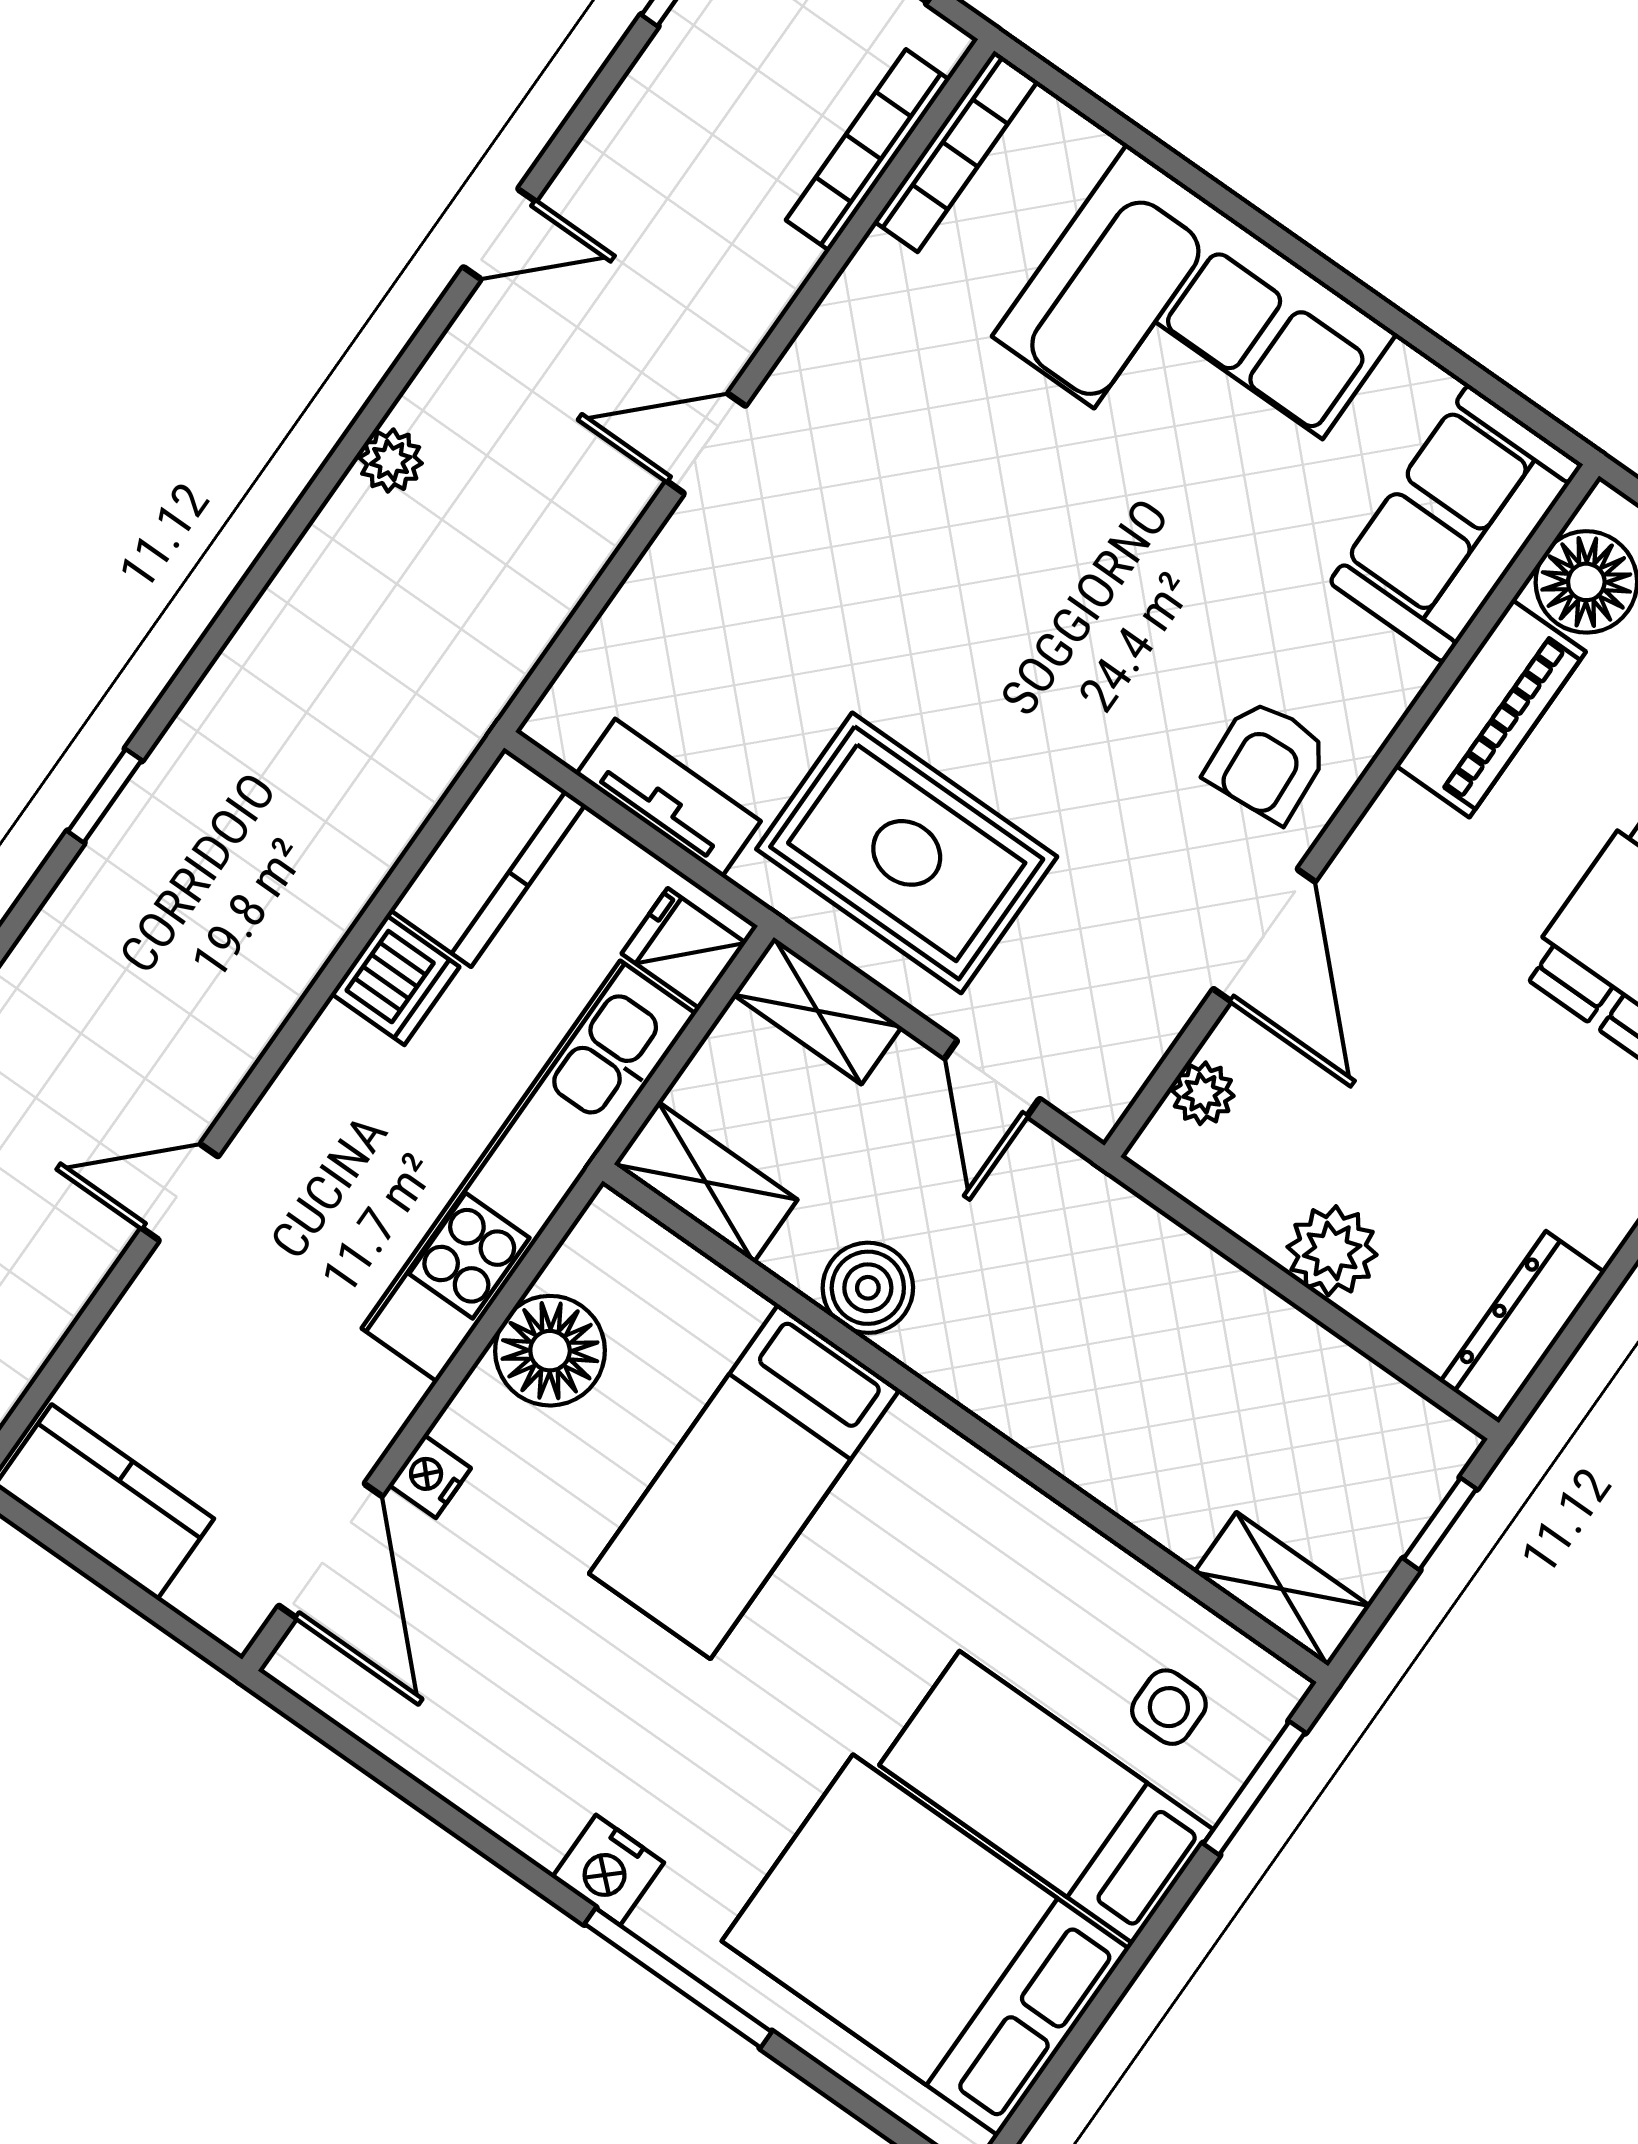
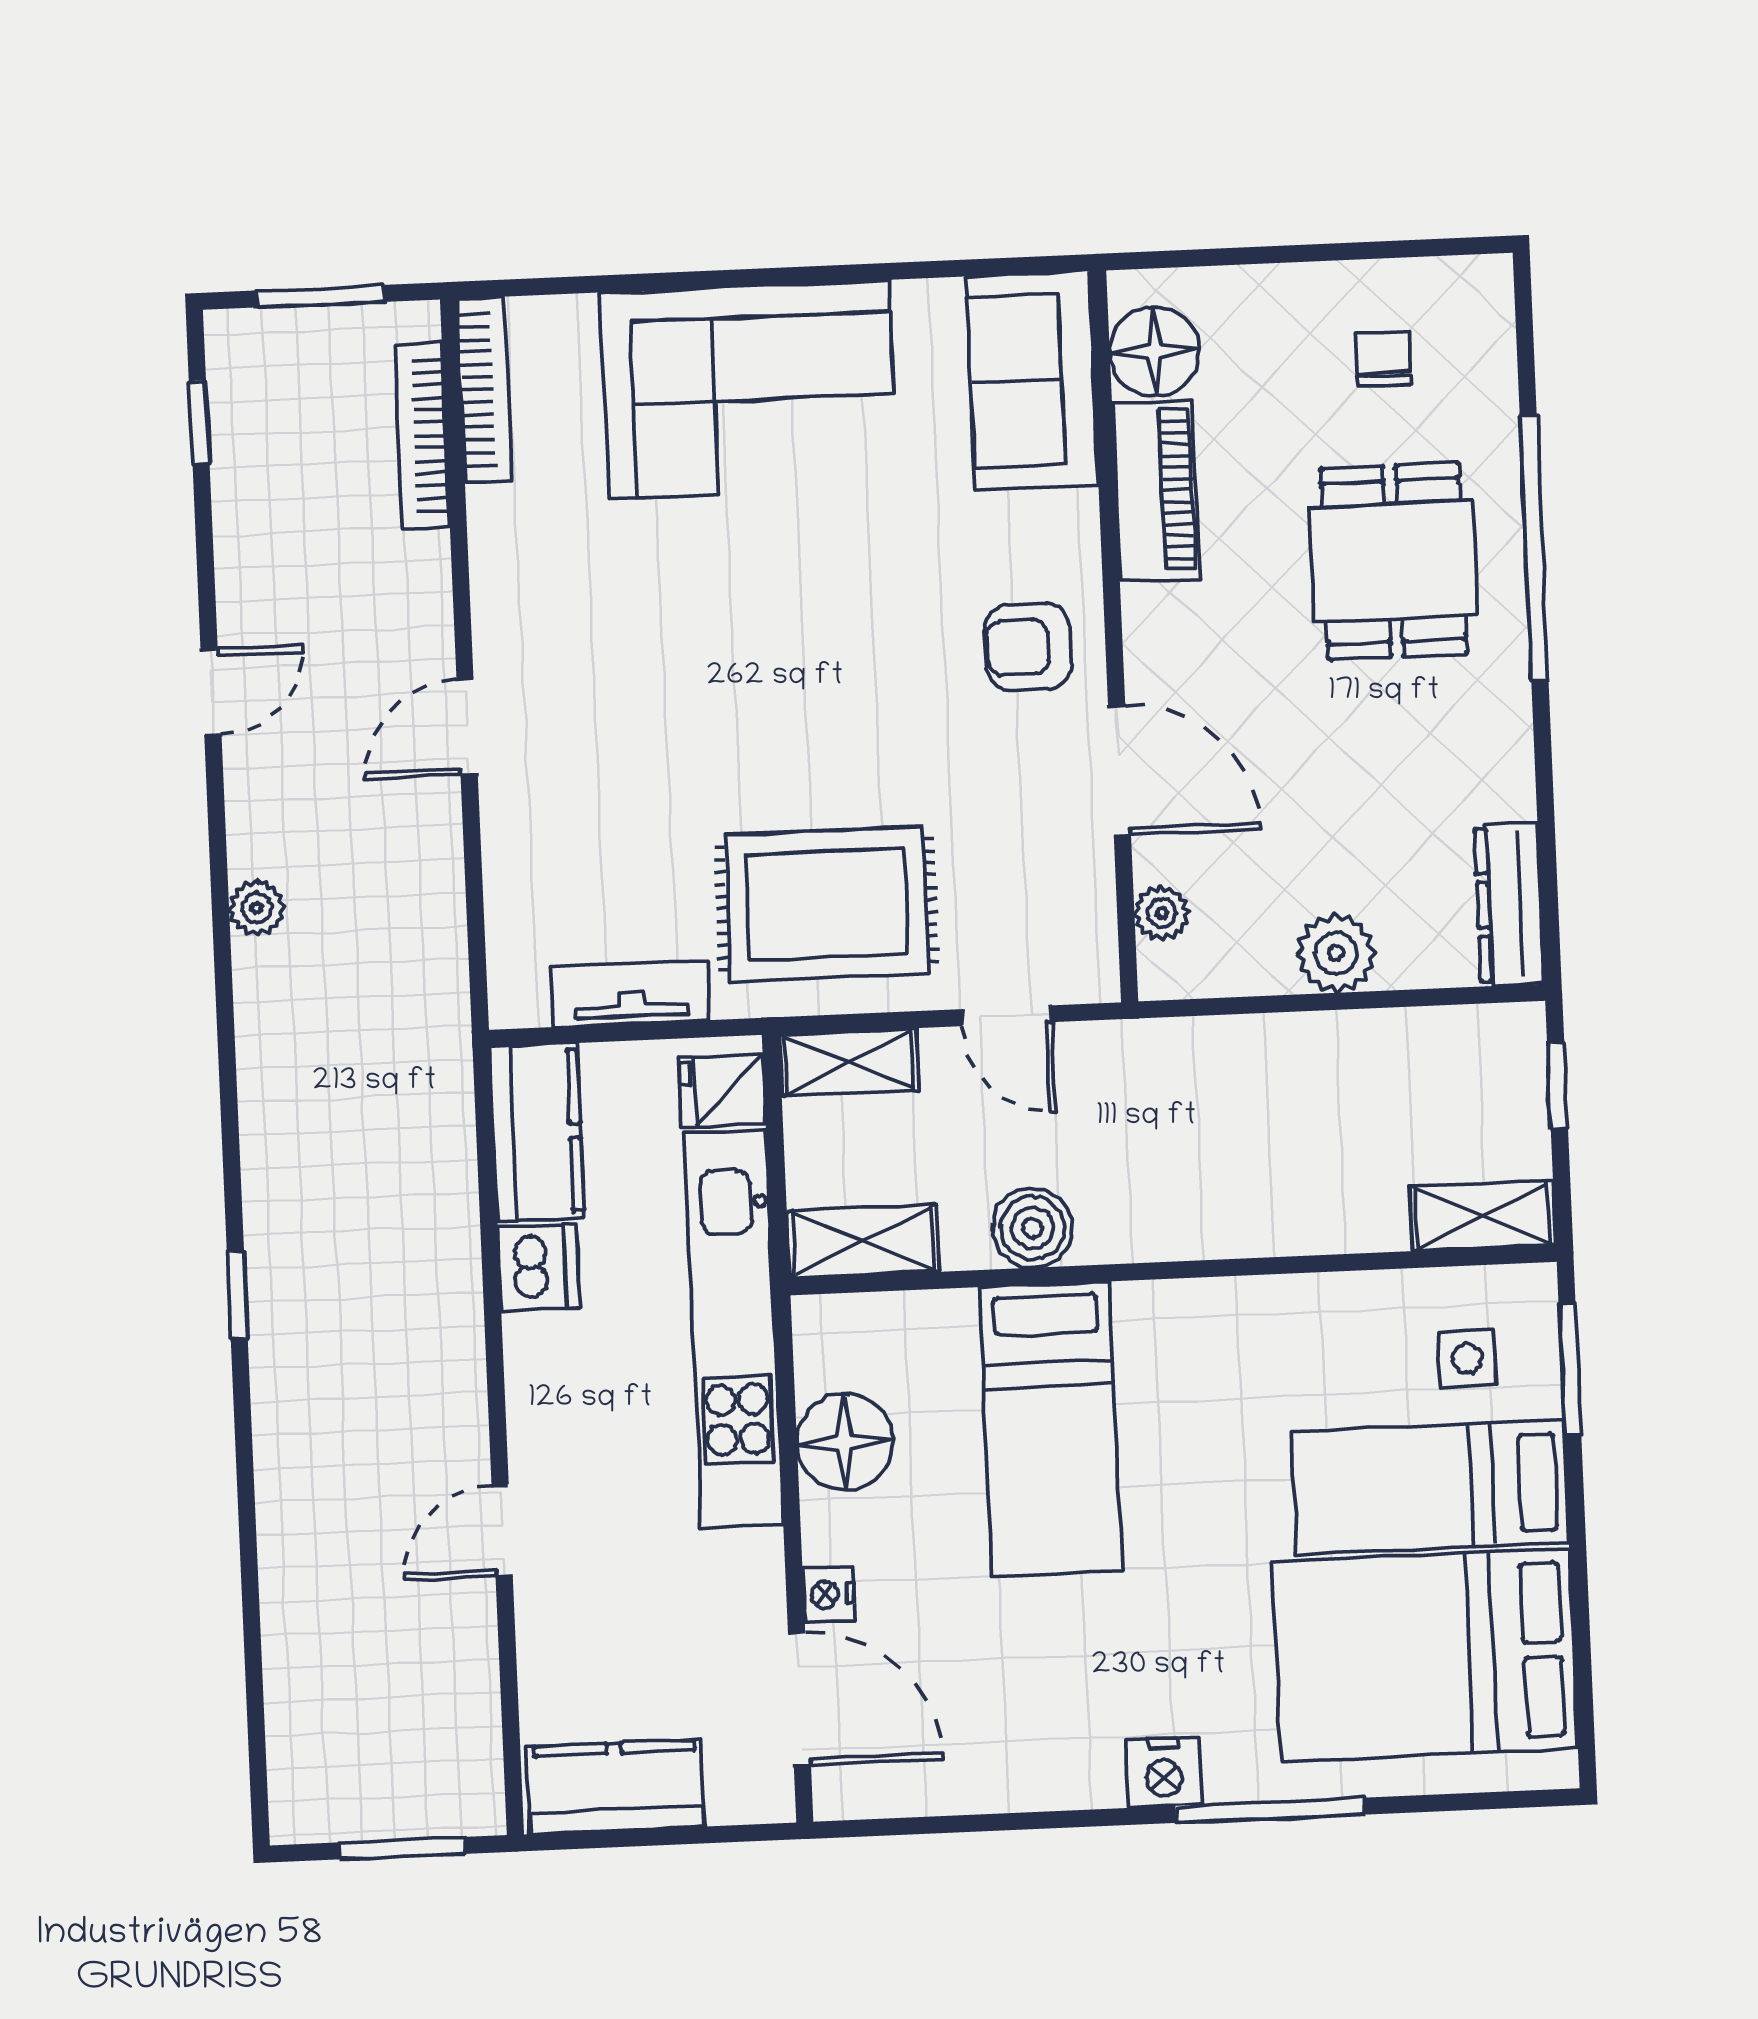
armchair: (1267, 761) -> (1028, 647), turned 94

